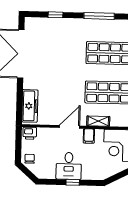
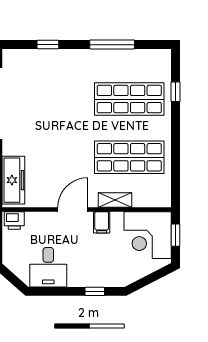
chair: (30, 159) -> (15, 258), removed
desk: (69, 166) -> (48, 267), moved
window: (73, 182) -> (95, 291), moved

